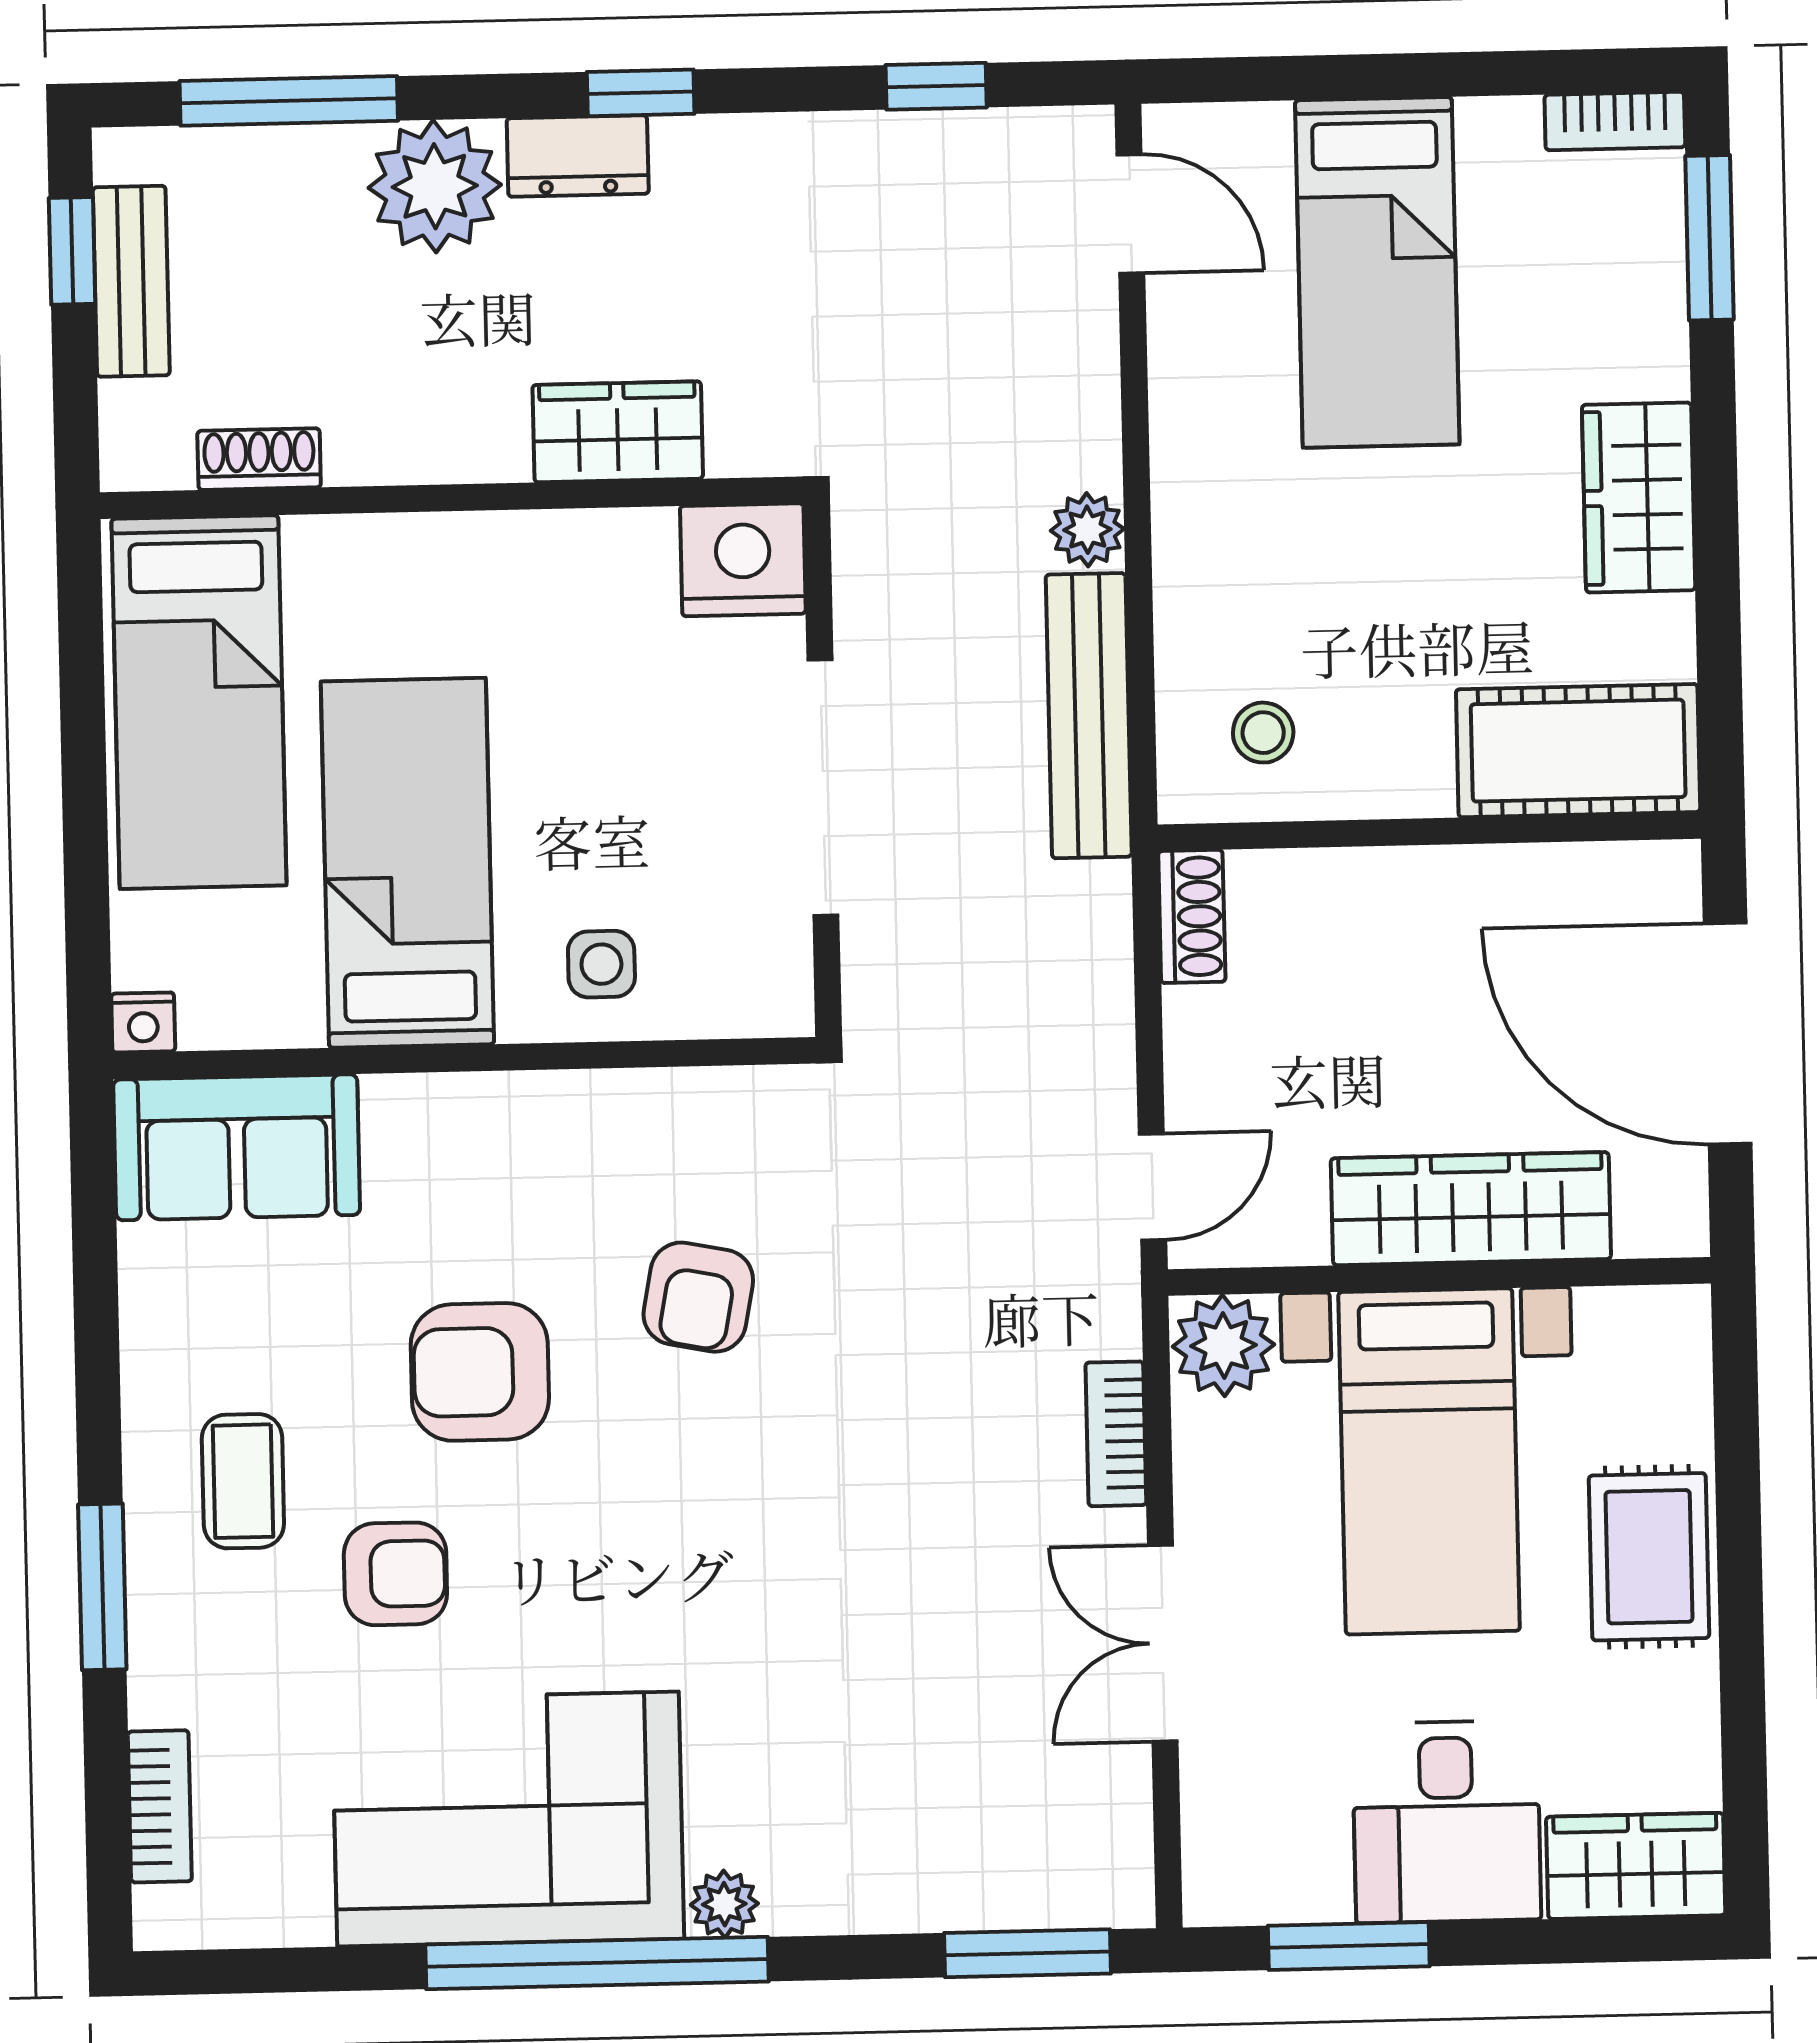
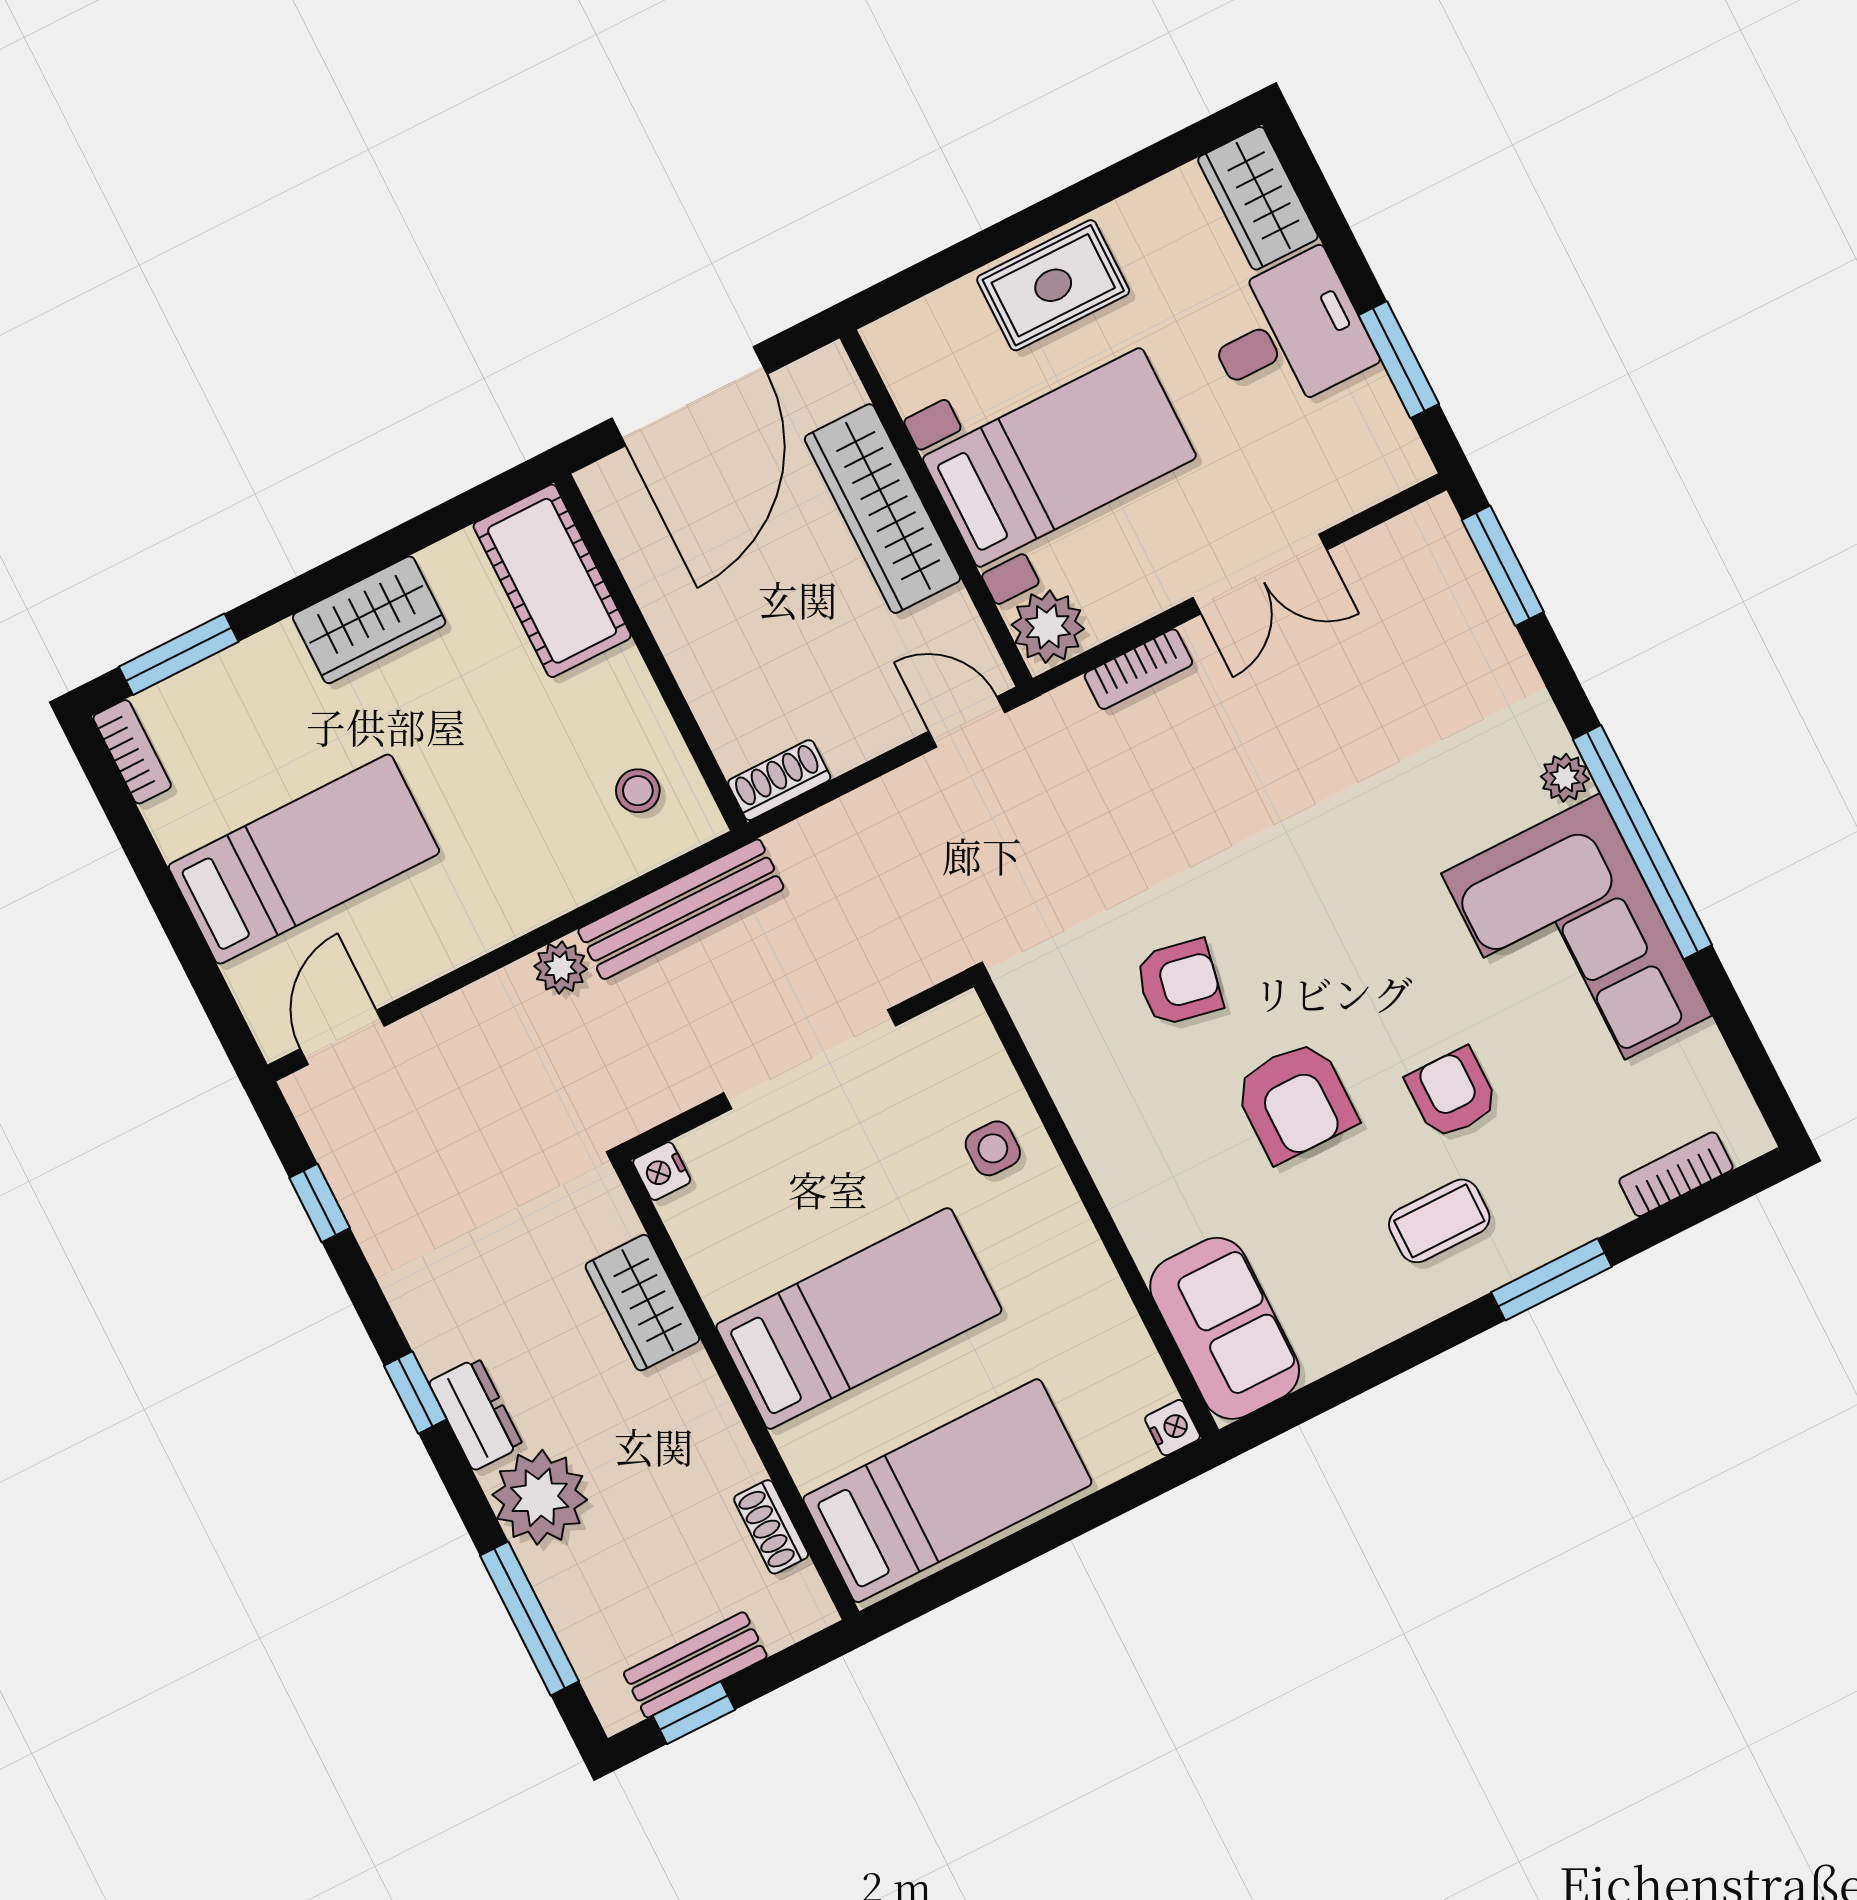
nightstand: (743, 560) -> (662, 1171), width x0.53, depth x0.56
bed: (407, 863) -> (859, 1318), moved, turned 180

